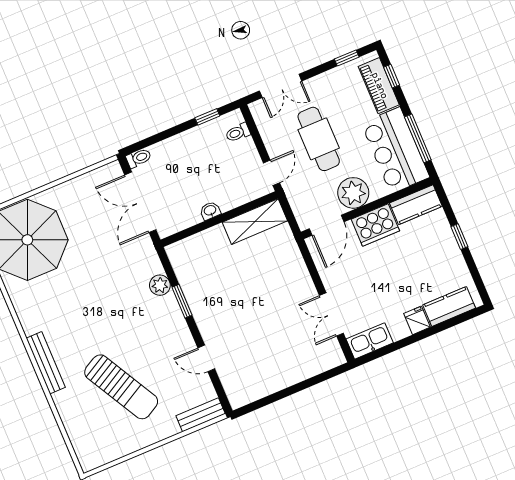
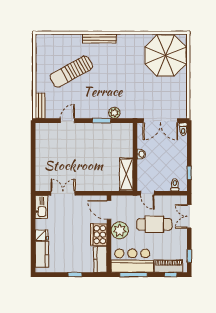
double door: (140, 202) -> (160, 121), swing flipped

